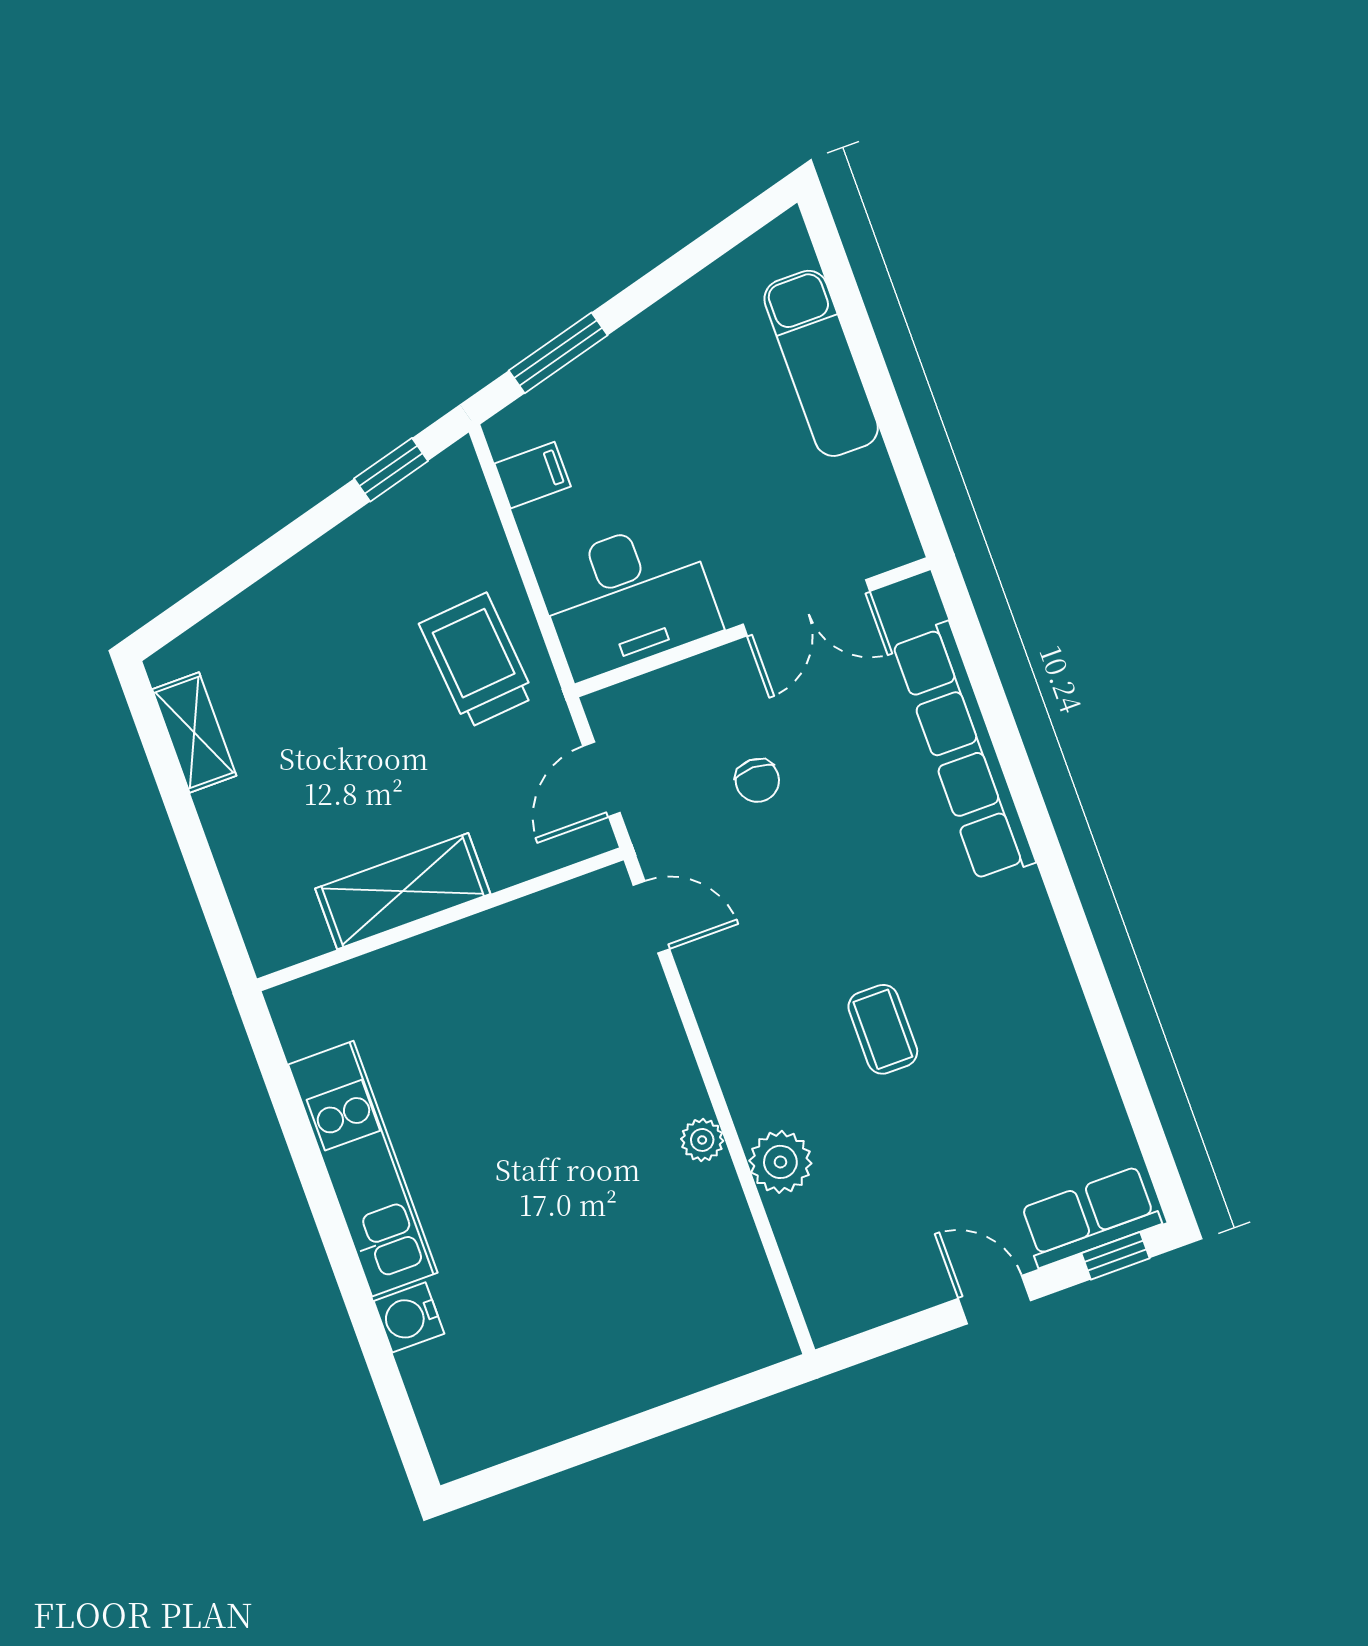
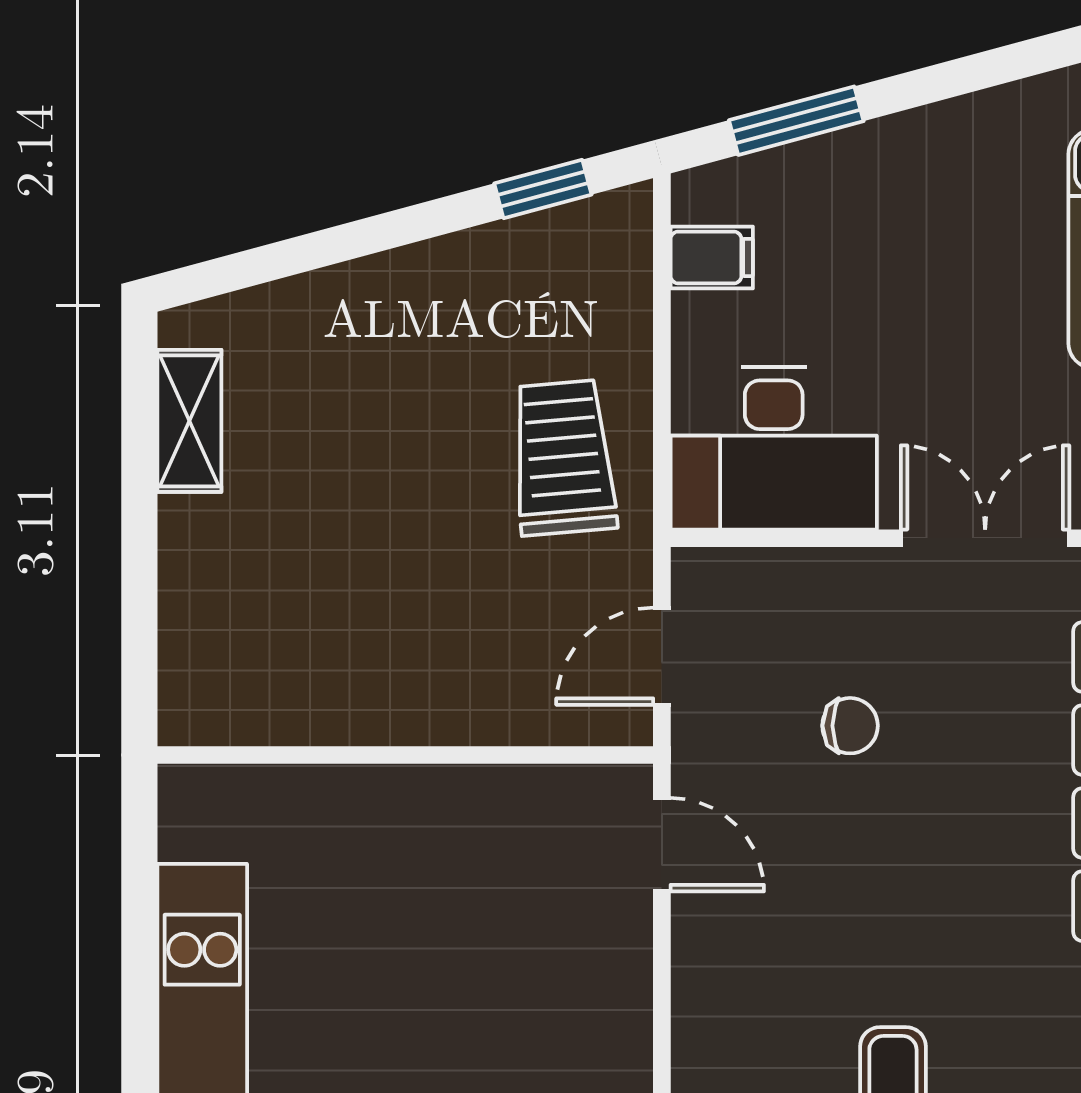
double door: (806, 608) -> (985, 538), swing flipped
chair: (757, 780) -> (850, 726), turned -90
shelving: (403, 891) -> (372, 704), removed

